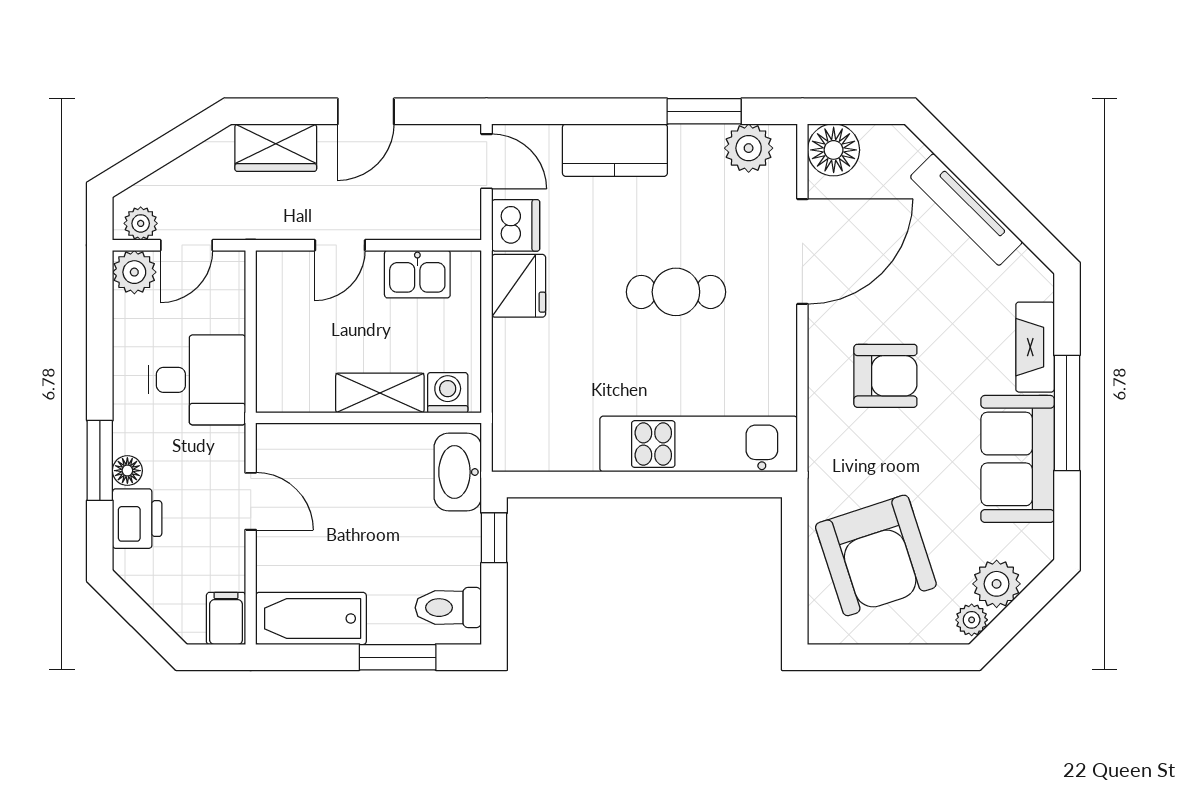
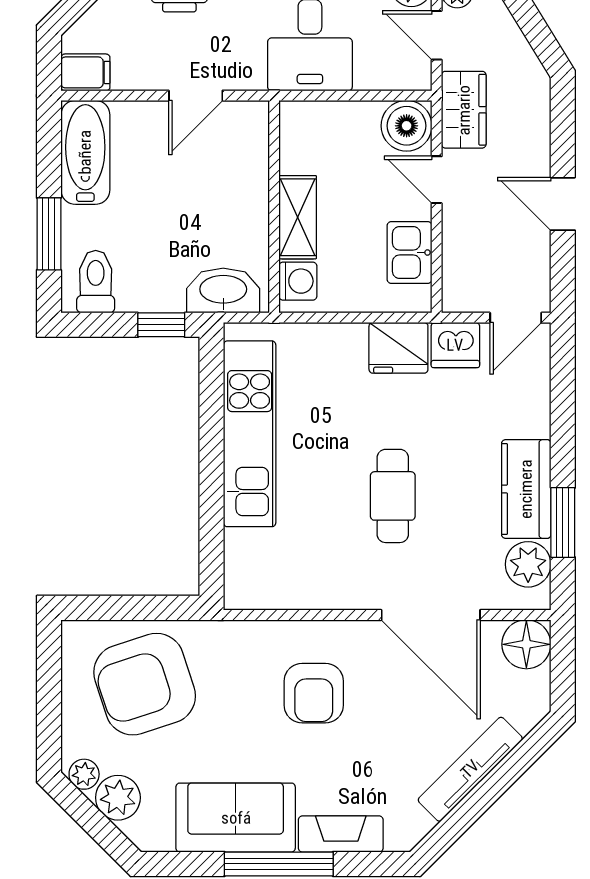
wardrobe: (276, 148) -> (464, 110), moved, turned 180
kitchen counter: (615, 150) -> (526, 489), moved
boiler: (283, 277) -> (407, 126), added
kitchen unit: (699, 444) -> (250, 434), moved

